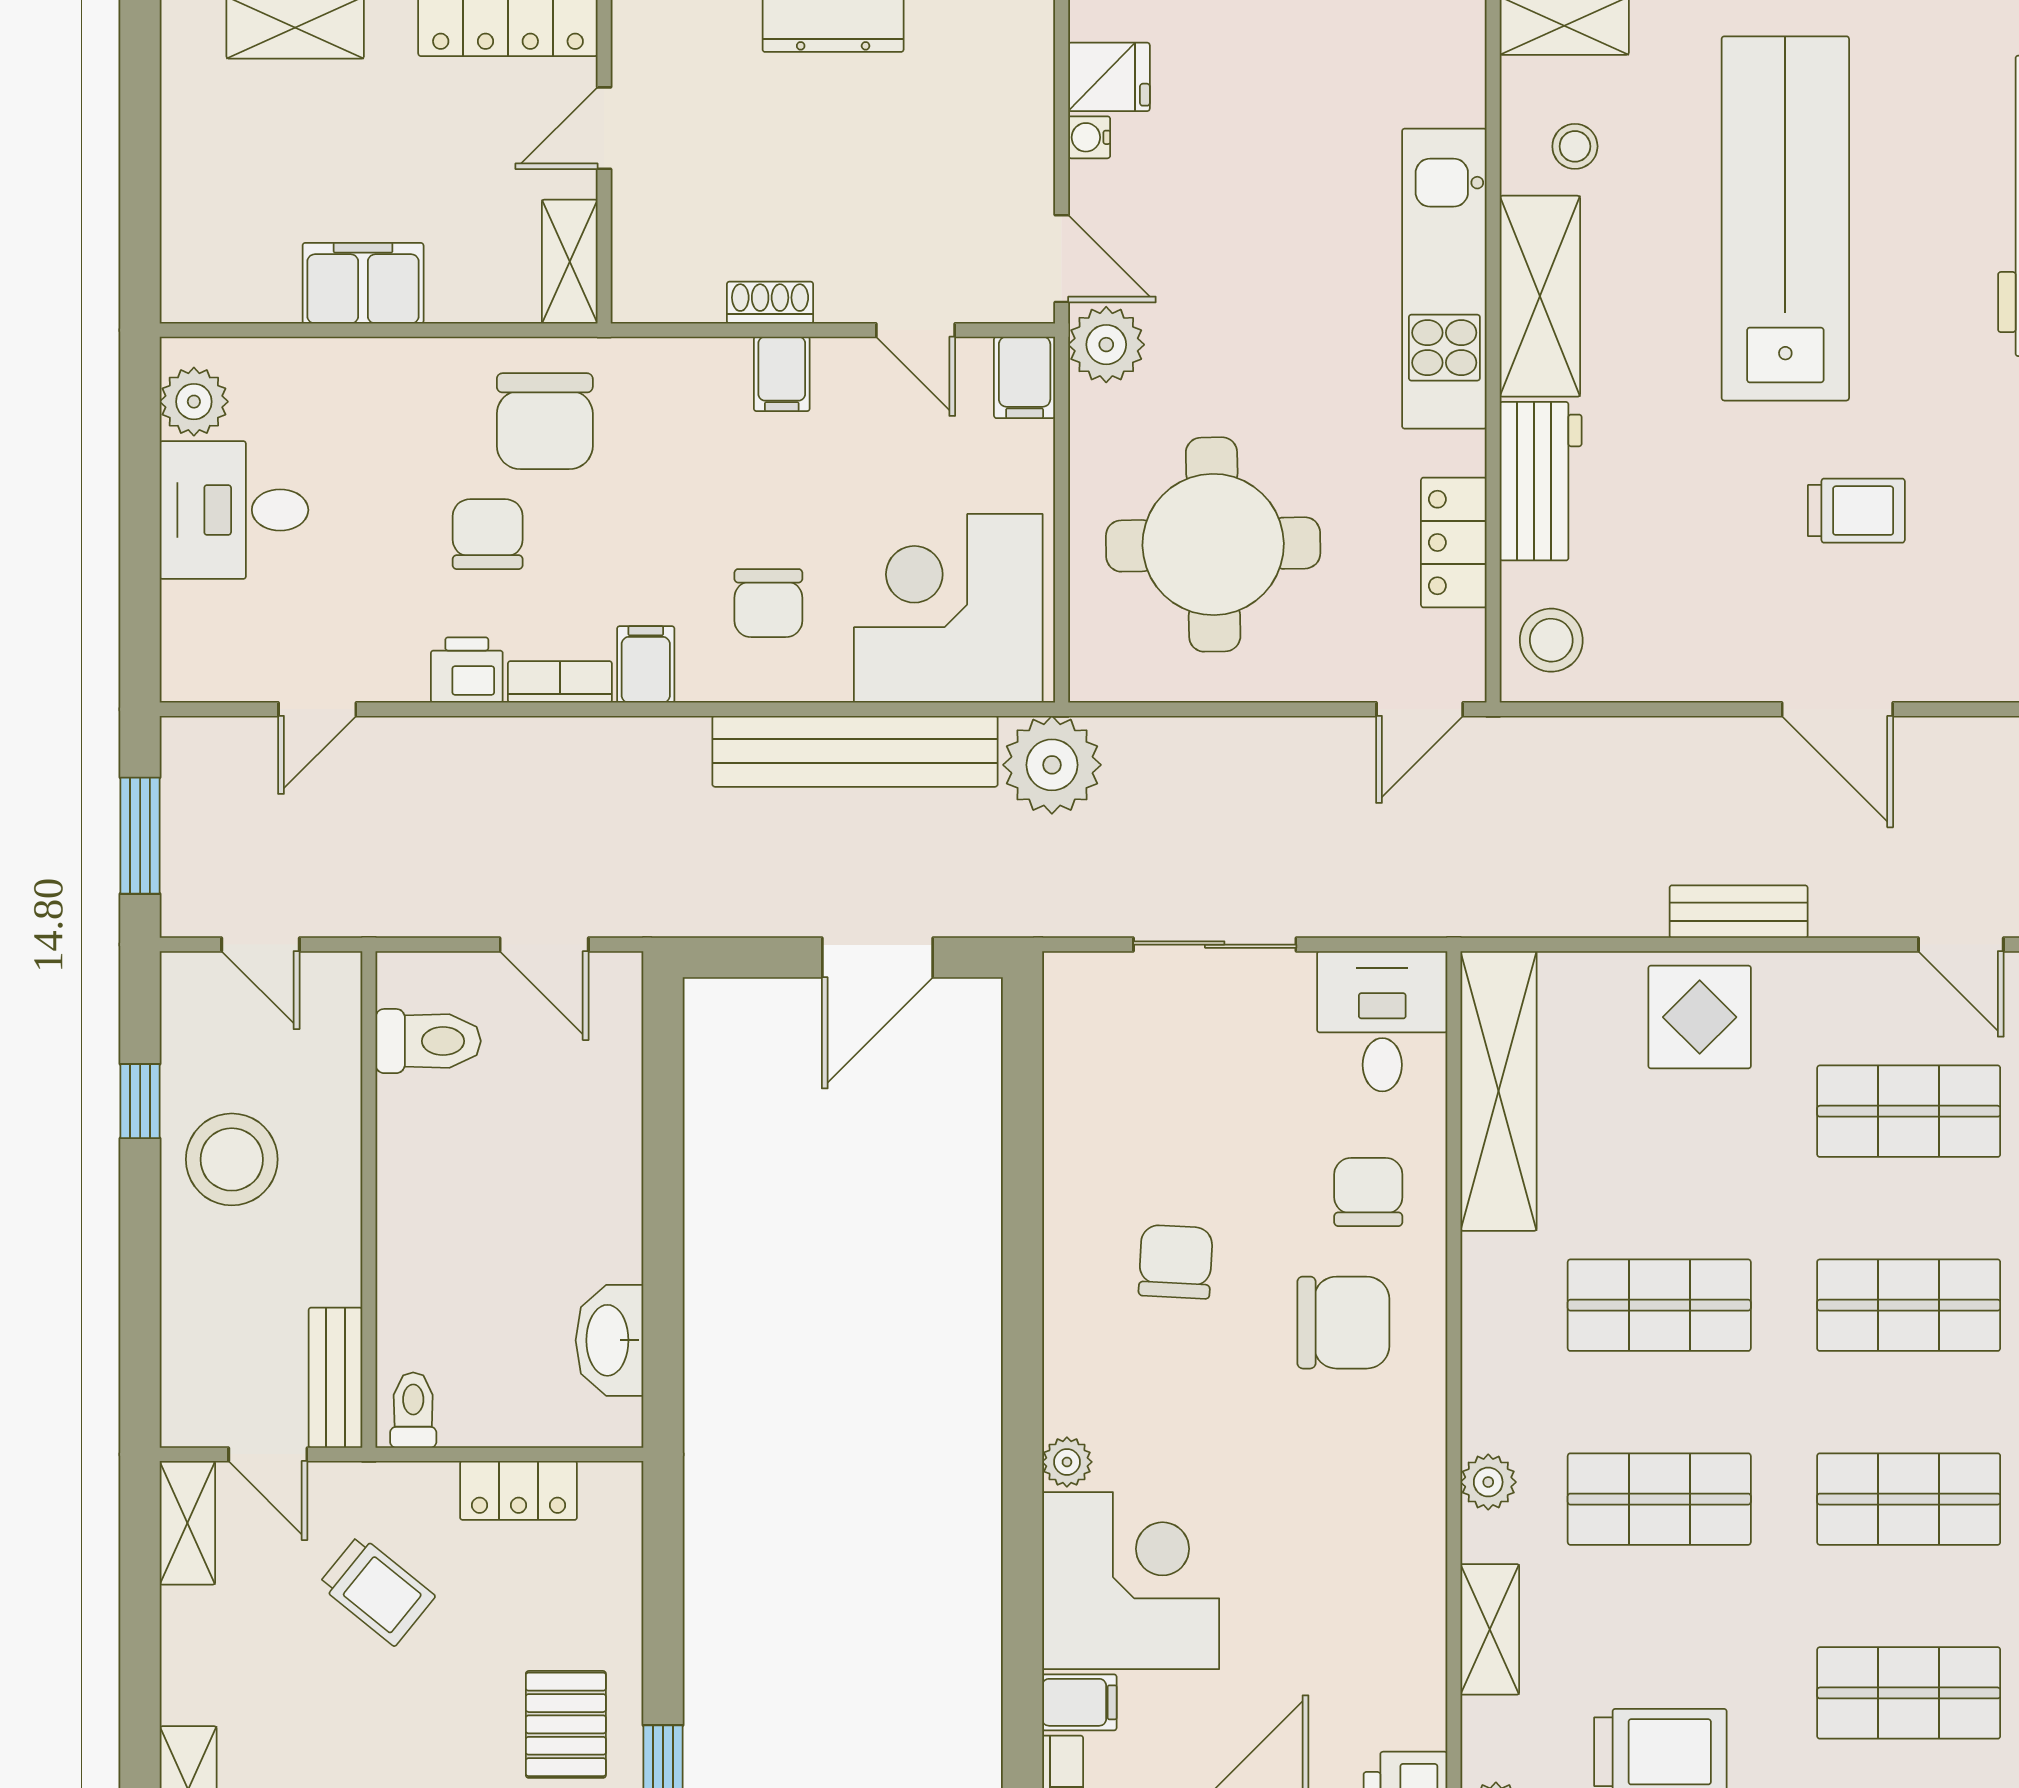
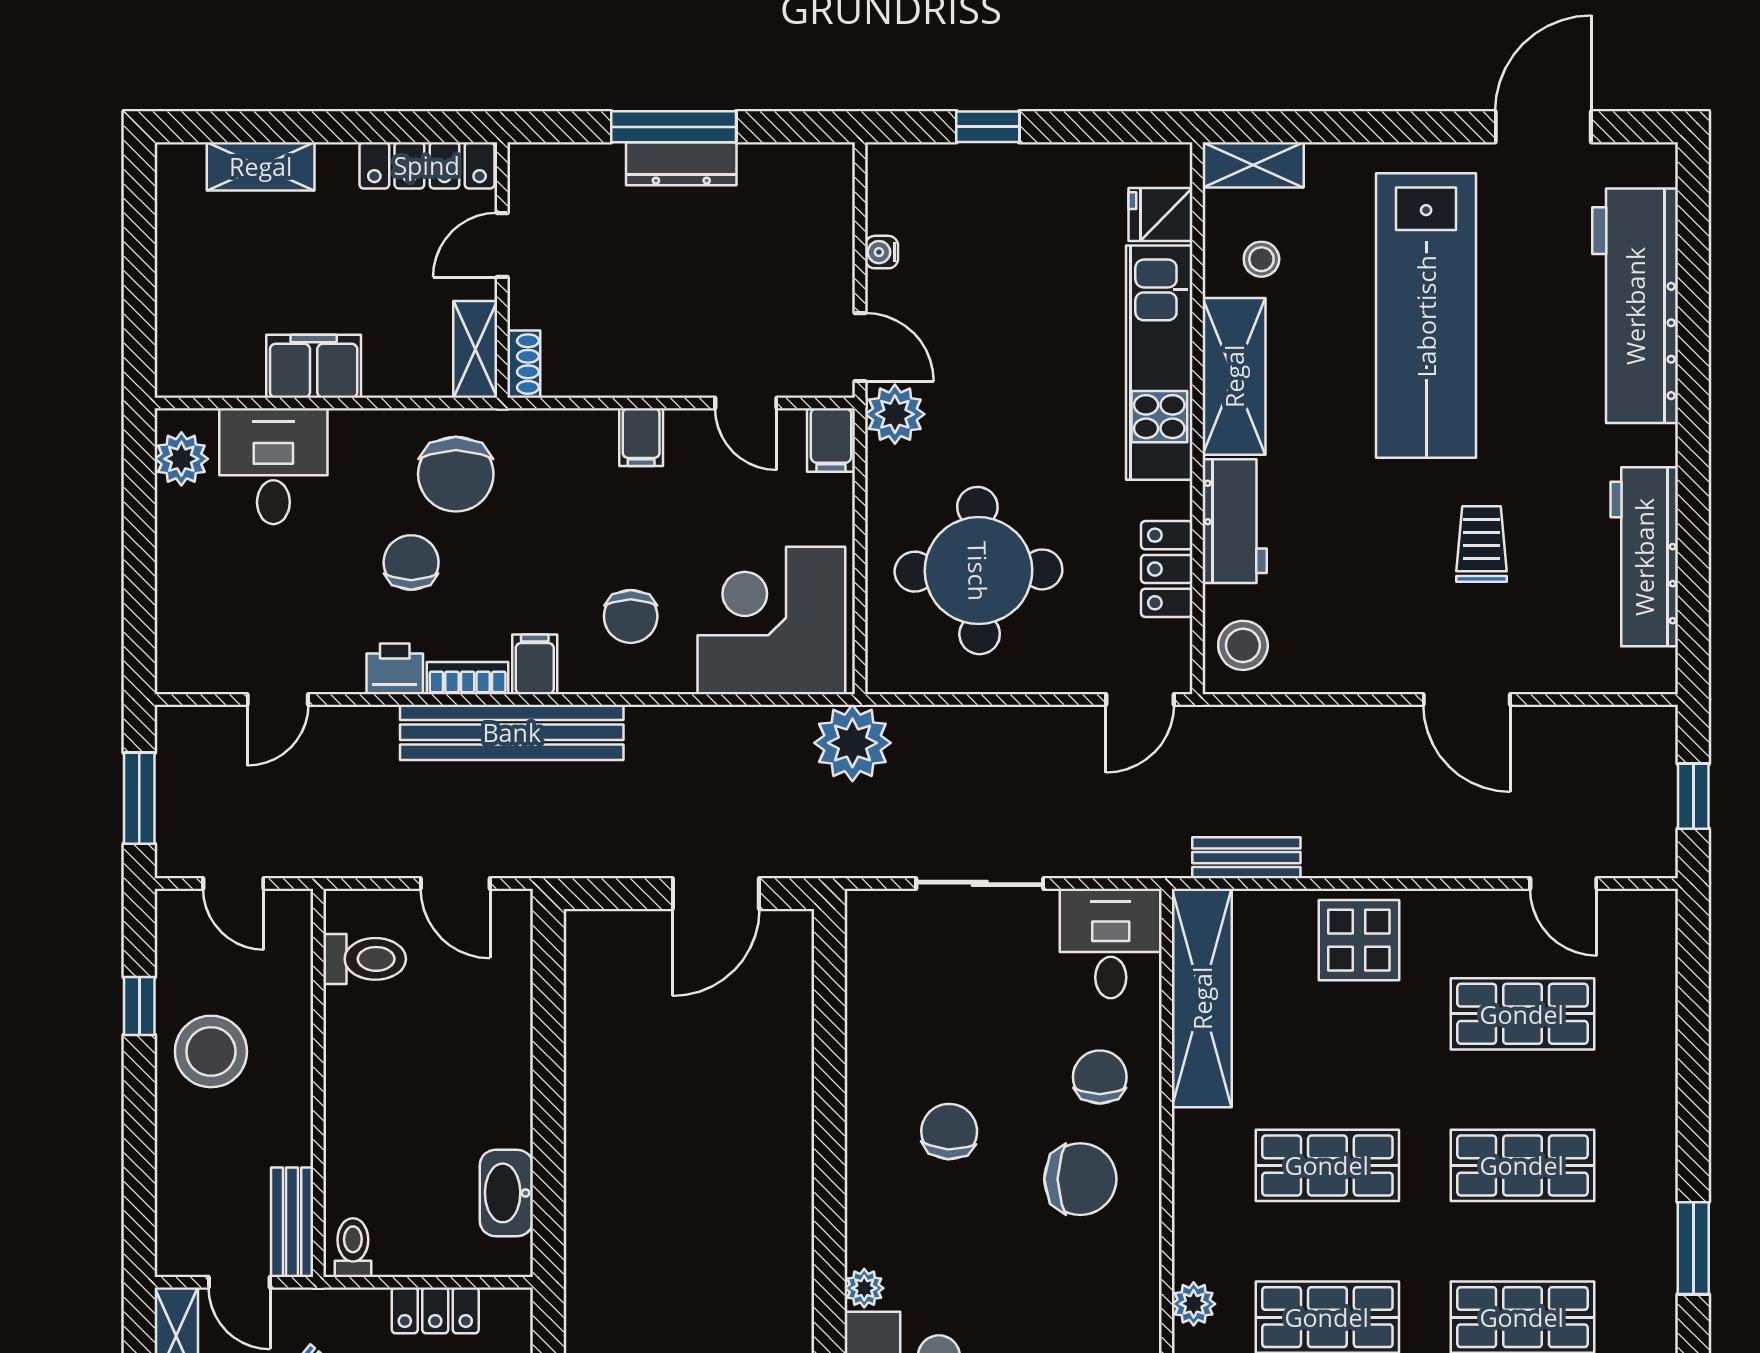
fridge: (1109, 77) -> (1160, 215), moved, turned 180
lab bench: (1785, 218) -> (1426, 316), turned 180
shoe rack: (770, 303) -> (524, 364), moved, turned 90
desk: (234, 510) -> (273, 466), moved, turned 90
trolley: (1856, 511) -> (1482, 544), turned -90
bench: (855, 751) -> (512, 732), moved
bench: (1739, 912) -> (1246, 858), moved

